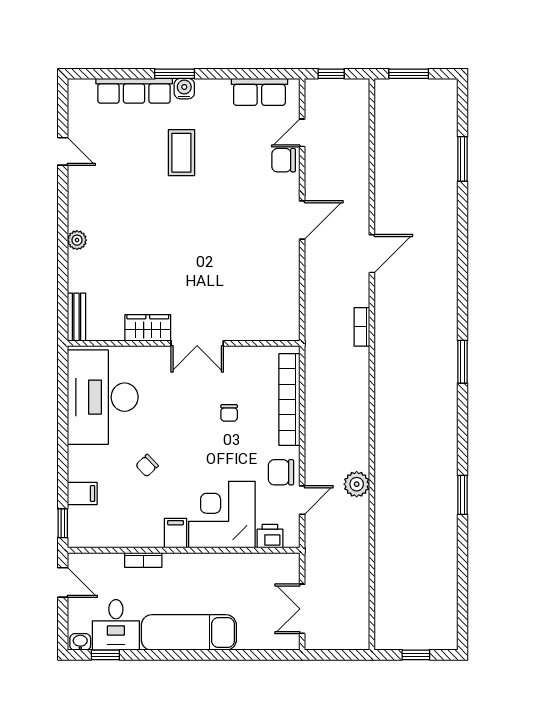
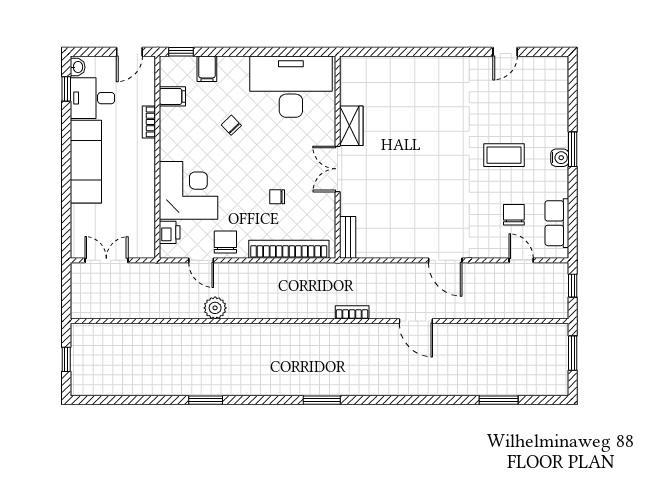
row of seats: (134, 91) -> (558, 114), removed
chair: (284, 160) -> (514, 215), moved
plant: (77, 240) -> (428, 64), removed
bench: (76, 317) -> (348, 237), moved, turned 90
filing cabinet: (175, 533) -> (172, 96), moved

